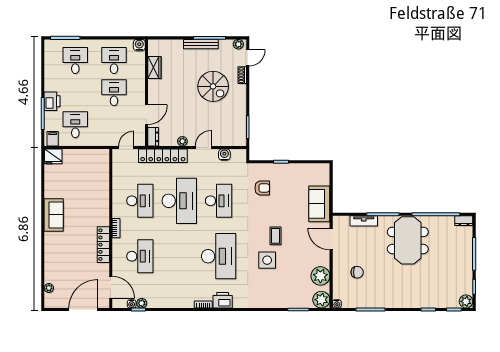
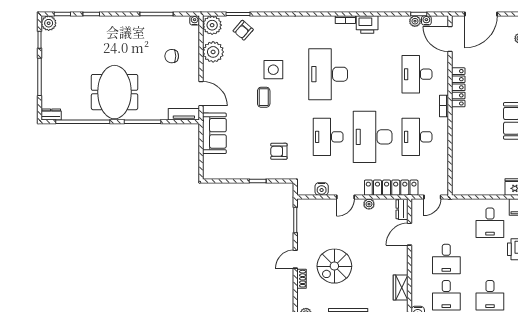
door: (248, 58) -> (295, 259), moved
spiral stairs: (213, 86) -> (334, 266), turned -90
tv unit: (364, 221) -> (184, 114), moved
armchair: (294, 295) -> (243, 30), added
printer: (223, 300) -> (367, 25), moved

